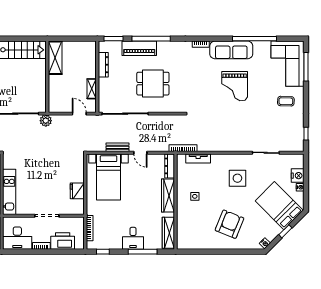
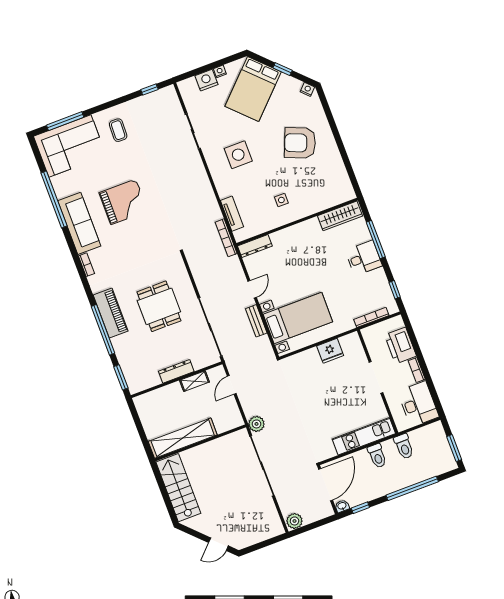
piano: (139, 48) -> (111, 313), moved
shelving: (55, 58) -> (183, 438), width x1.47
dresser: (103, 65) -> (176, 371), moved
wardrobe: (168, 195) -> (293, 234), removed

